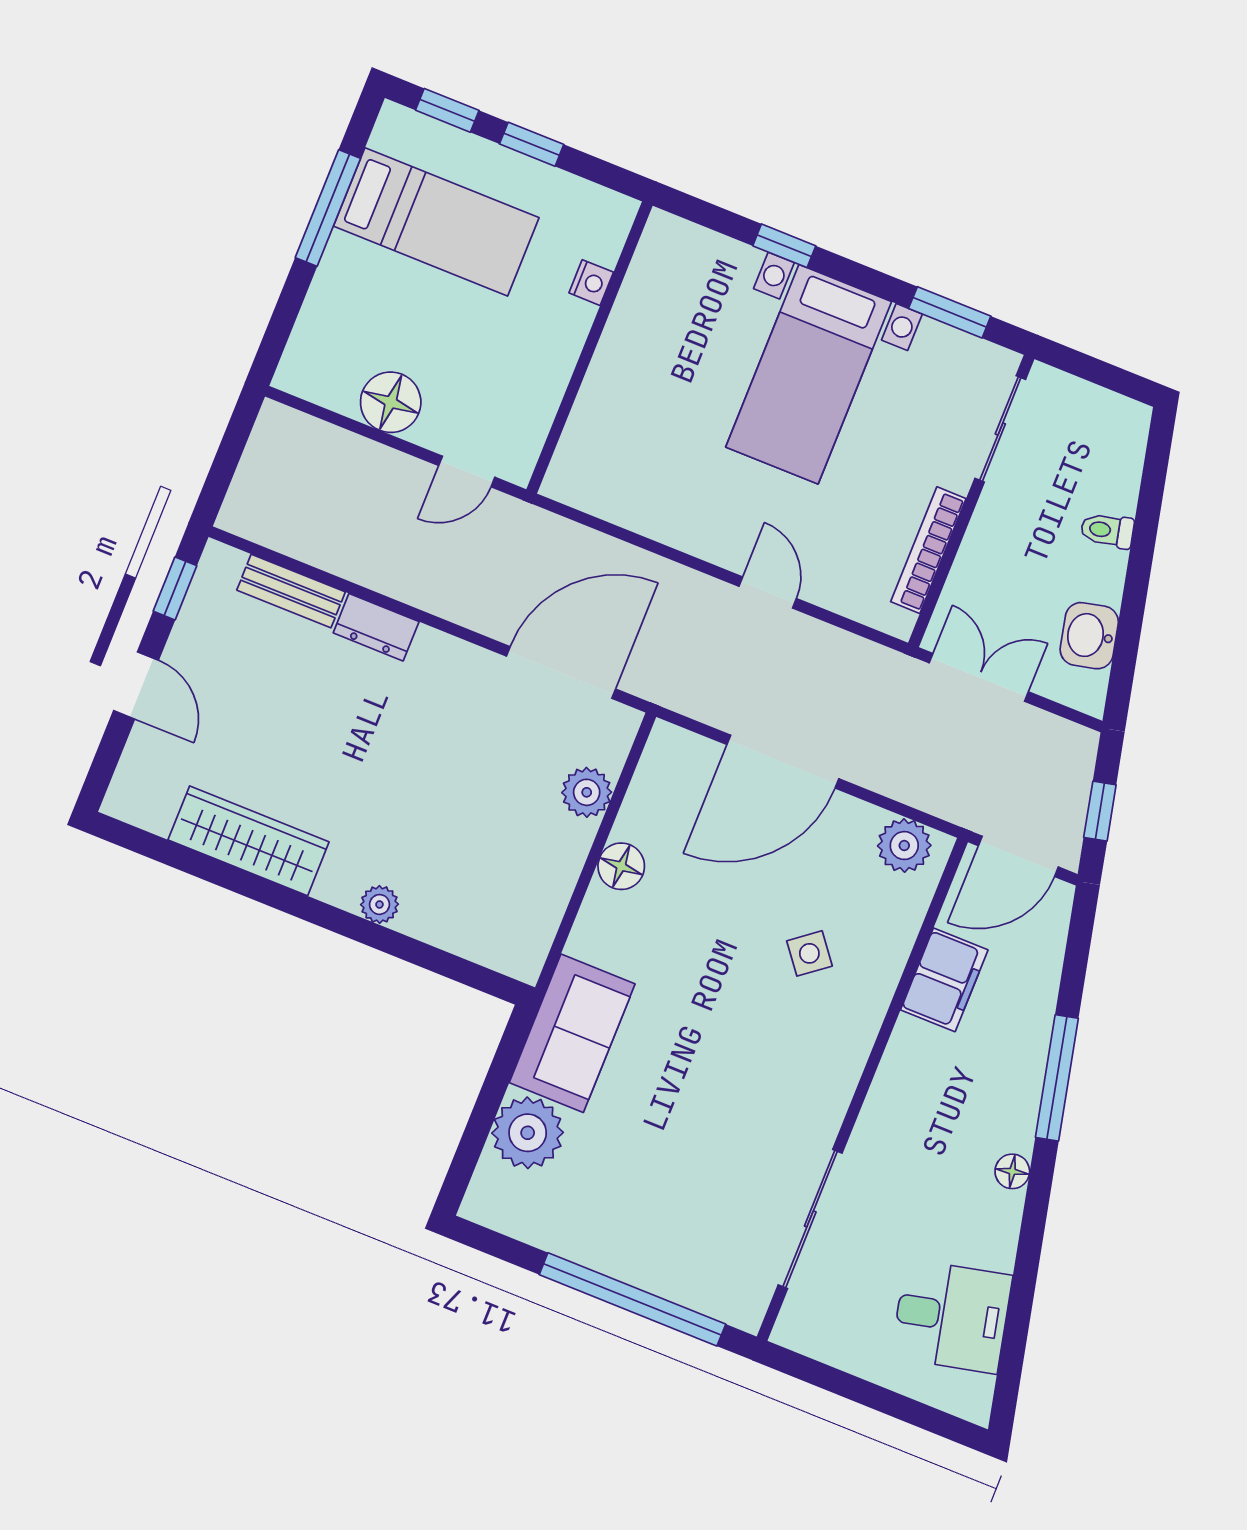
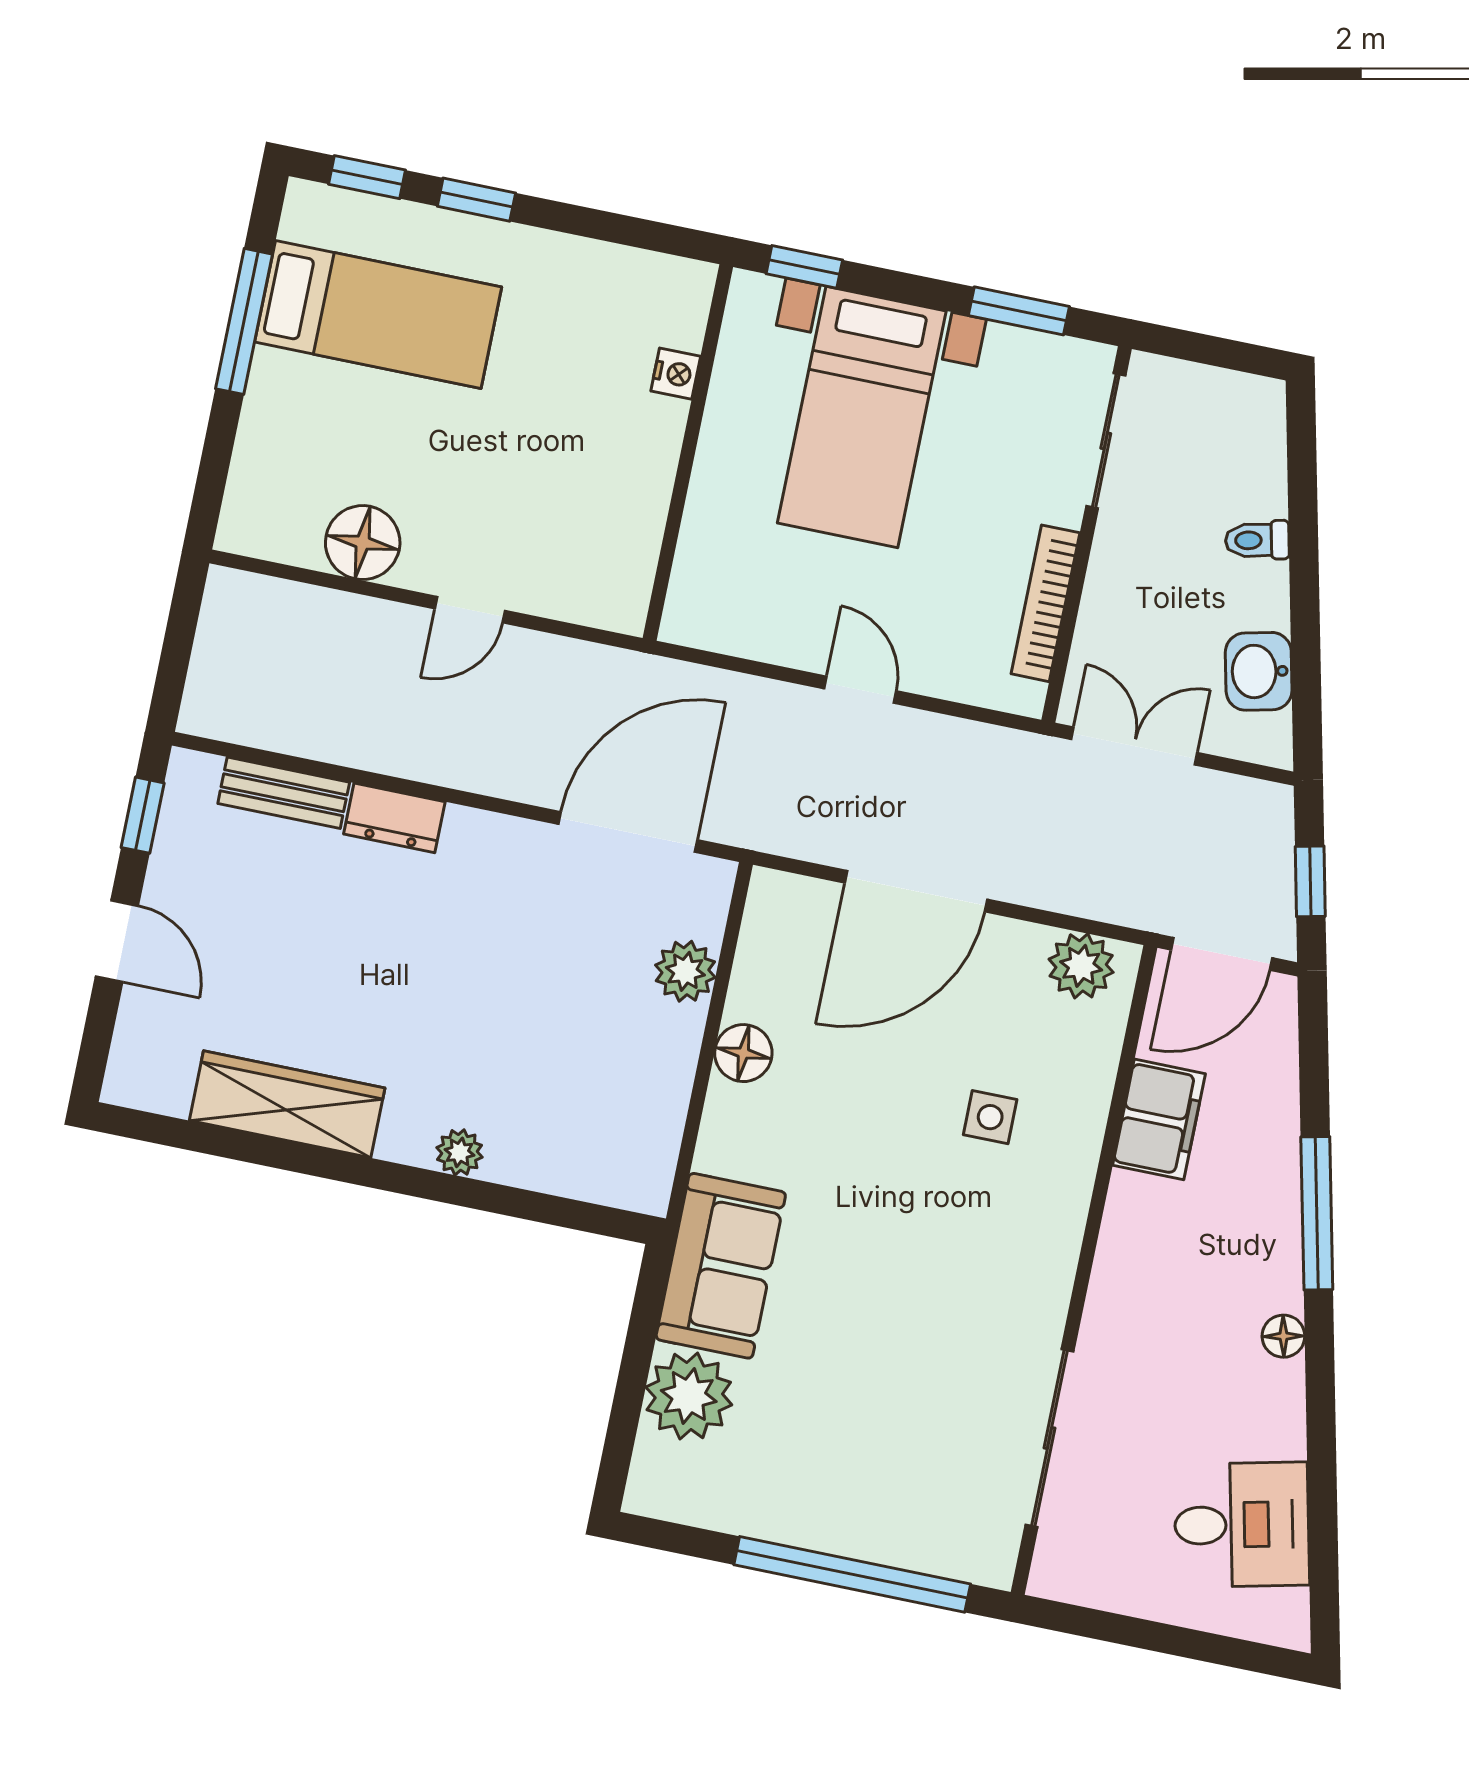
nightstand: (591, 283) -> (676, 374), moved
wall: (589, 347) -> (688, 453), moved
side table: (809, 953) -> (990, 1117), turned 38

